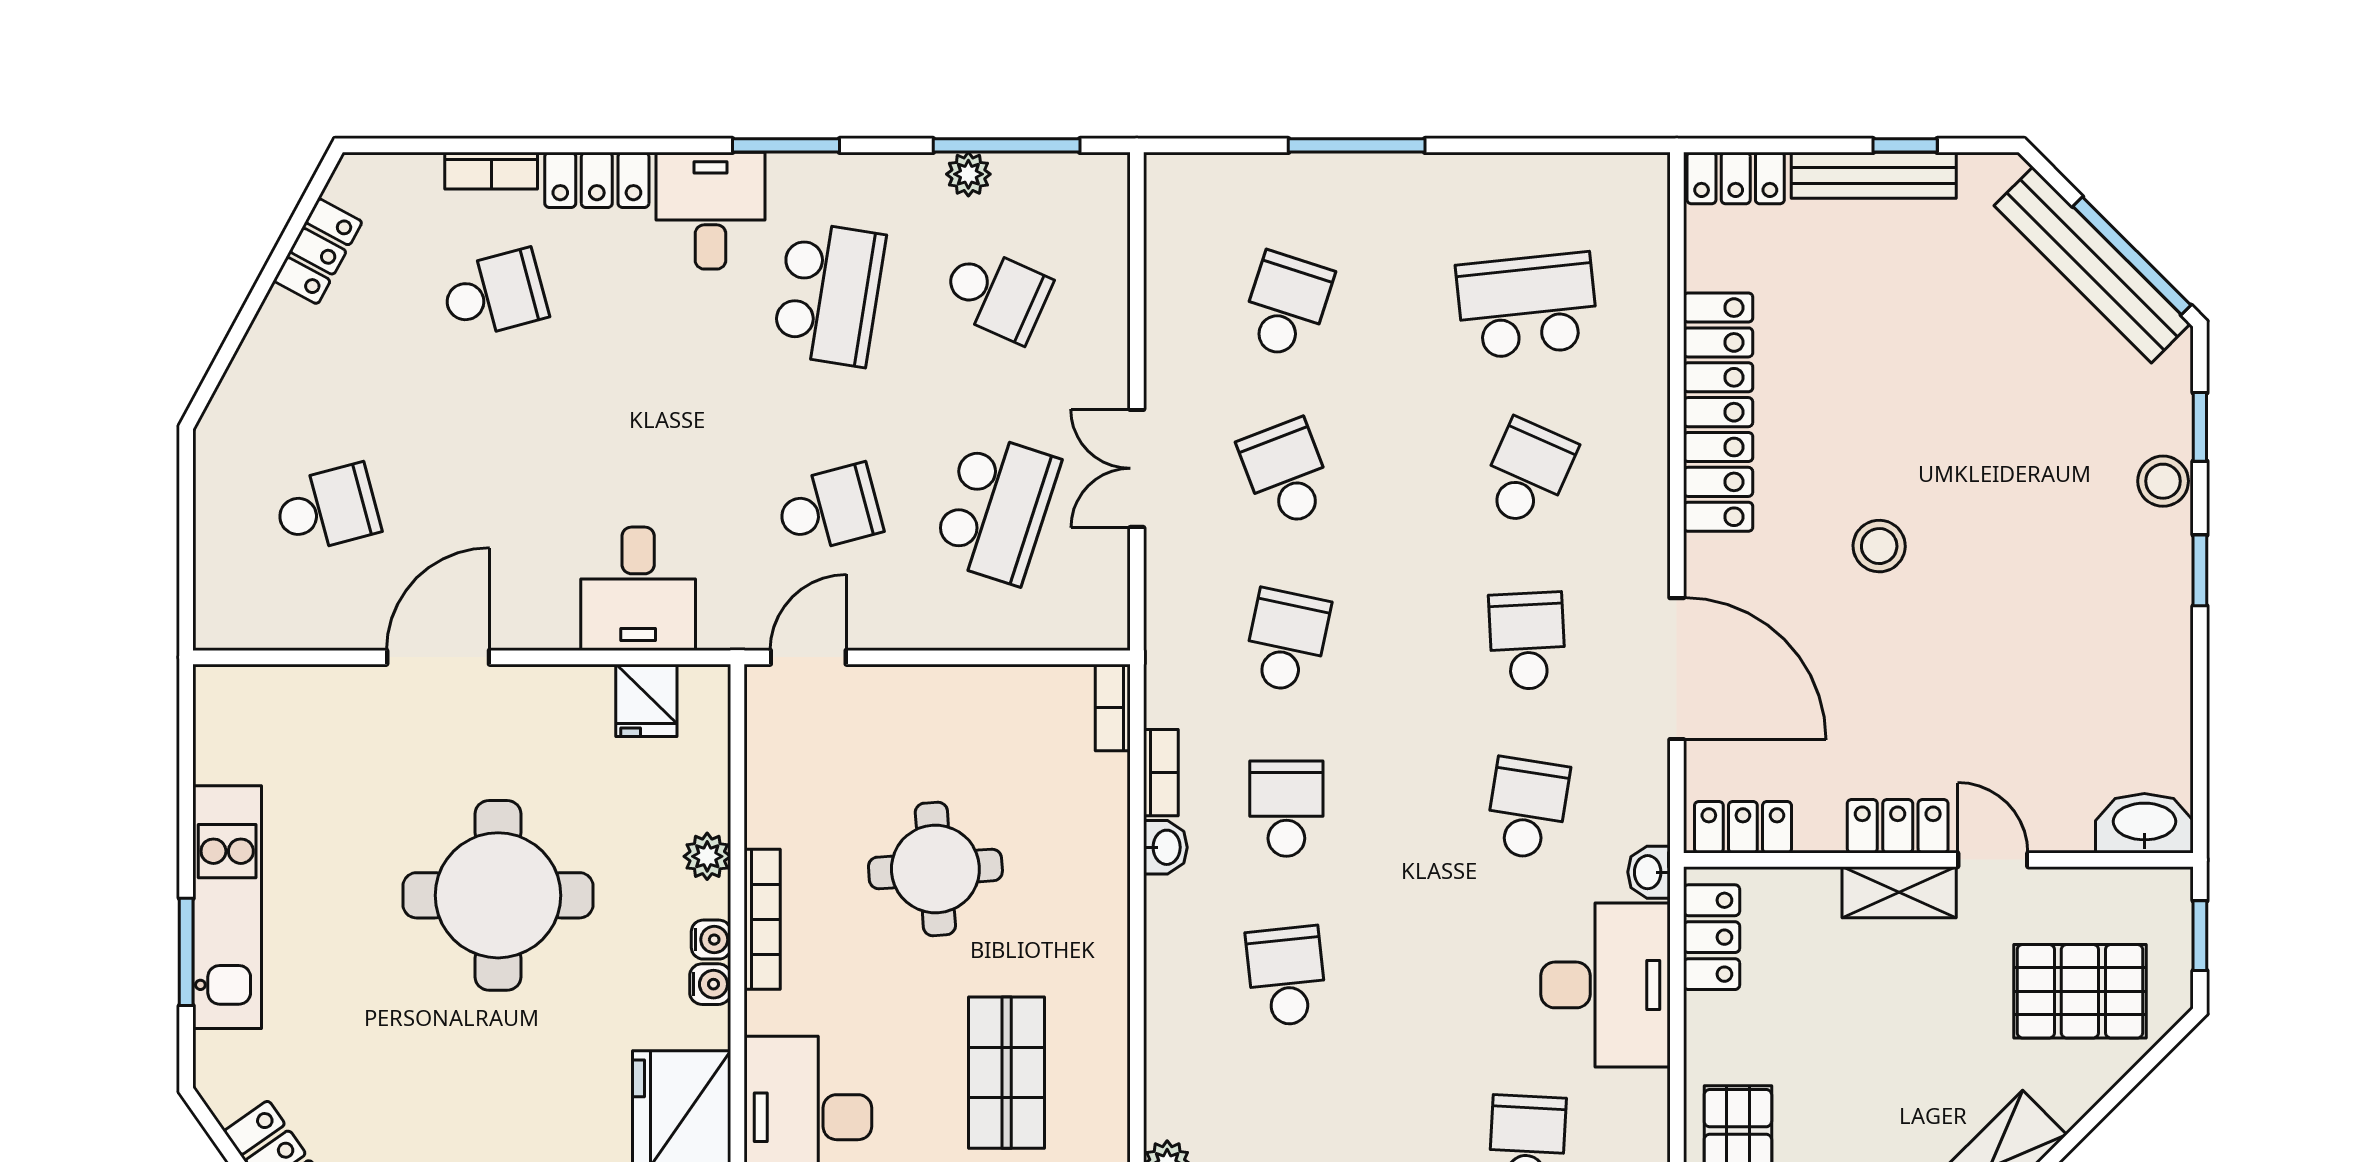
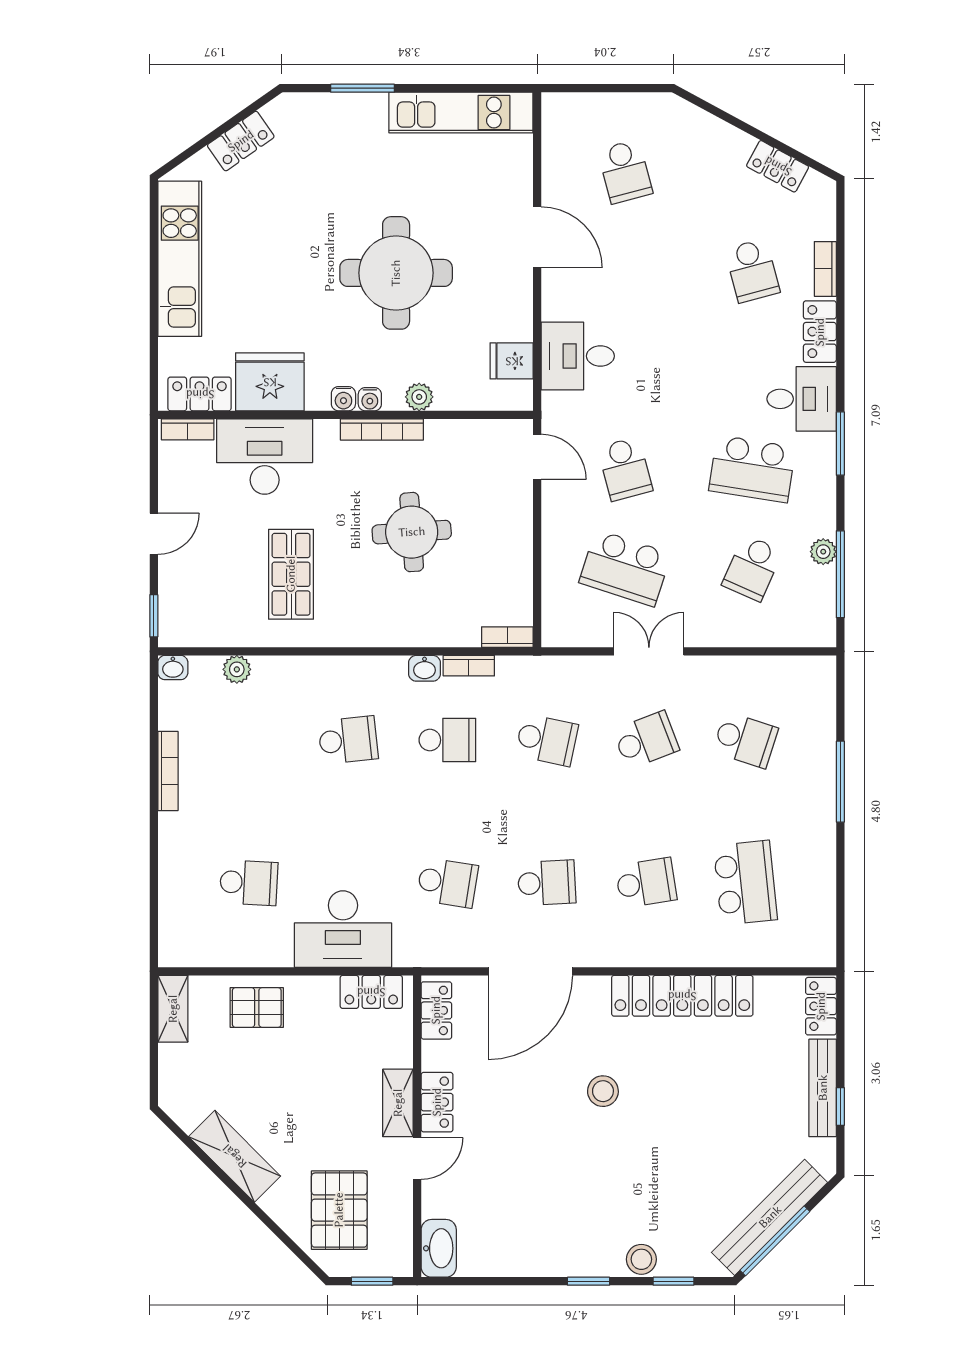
school desk: (1527, 473) -> (646, 883), turned -33
washbasin: (1649, 872) -> (410, 955), removed
kitchen unit: (227, 907) -> (461, 113), moved
shop shelf: (1007, 1073) -> (291, 574), turned 90

